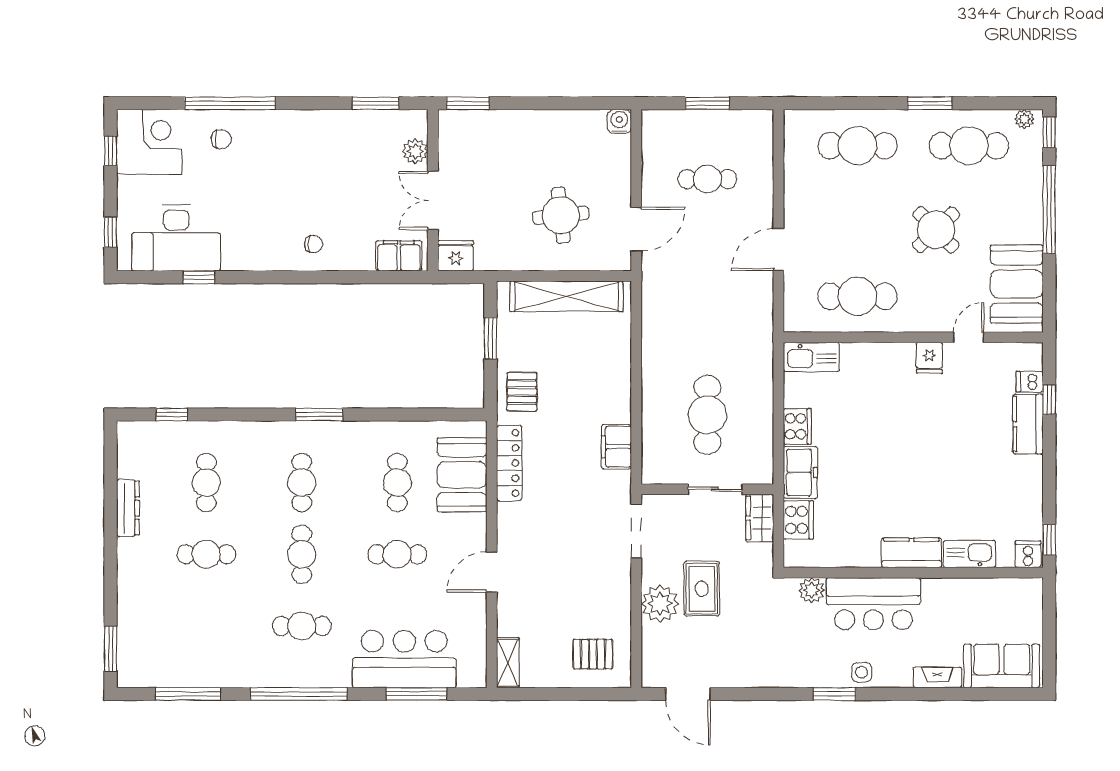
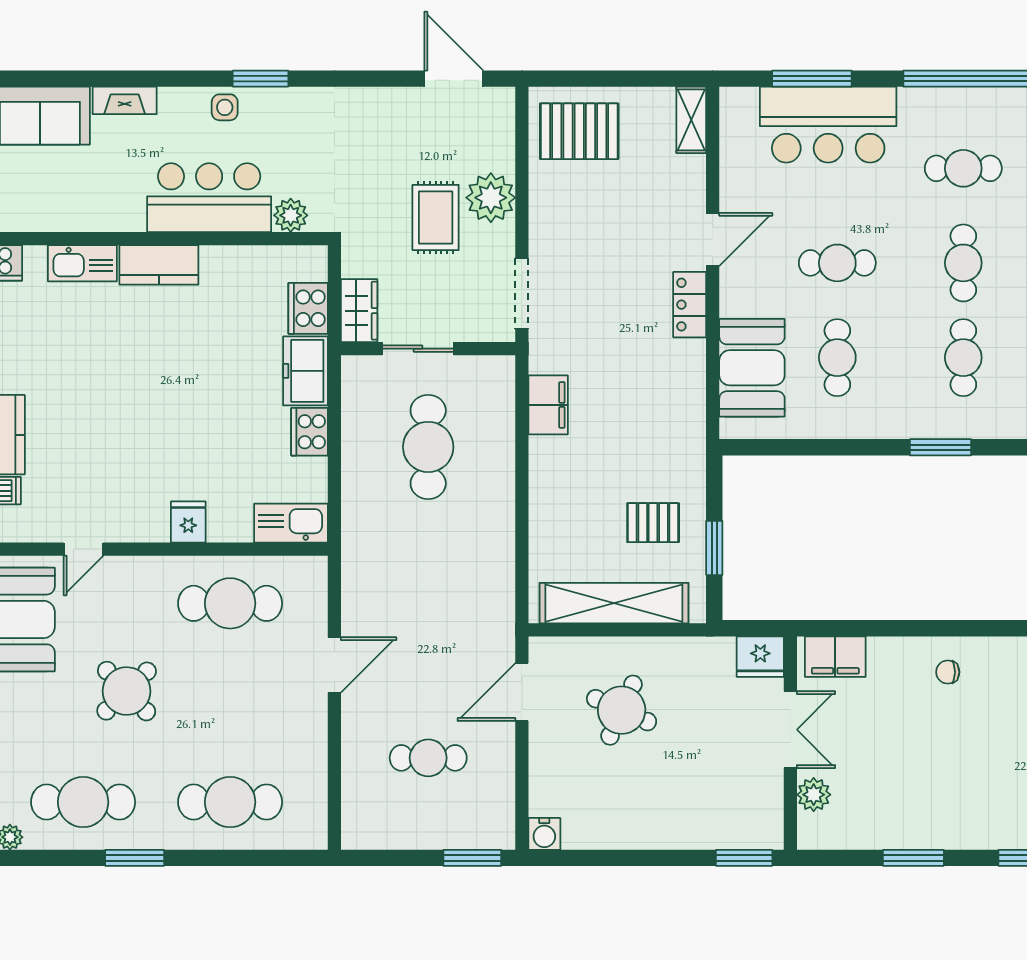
window: (376, 103) -> (913, 858), moved
window: (707, 103) -> (472, 858), moved
round table: (561, 215) -> (622, 710), turned 30
fridge: (929, 358) -> (188, 522), moved
pallet: (522, 392) -> (653, 523), moved, turned 90
locker: (509, 463) -> (690, 305), moved, width x0.66
pallet: (593, 654) -> (579, 131), width x1.50, depth x1.42

